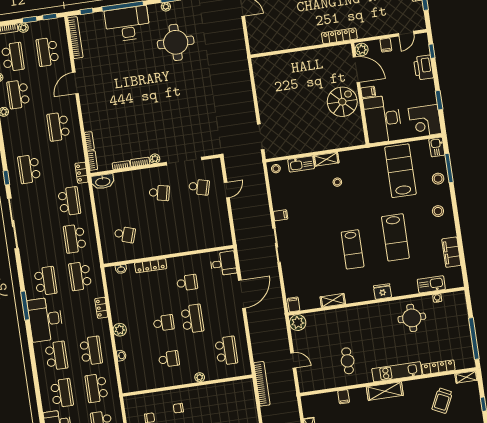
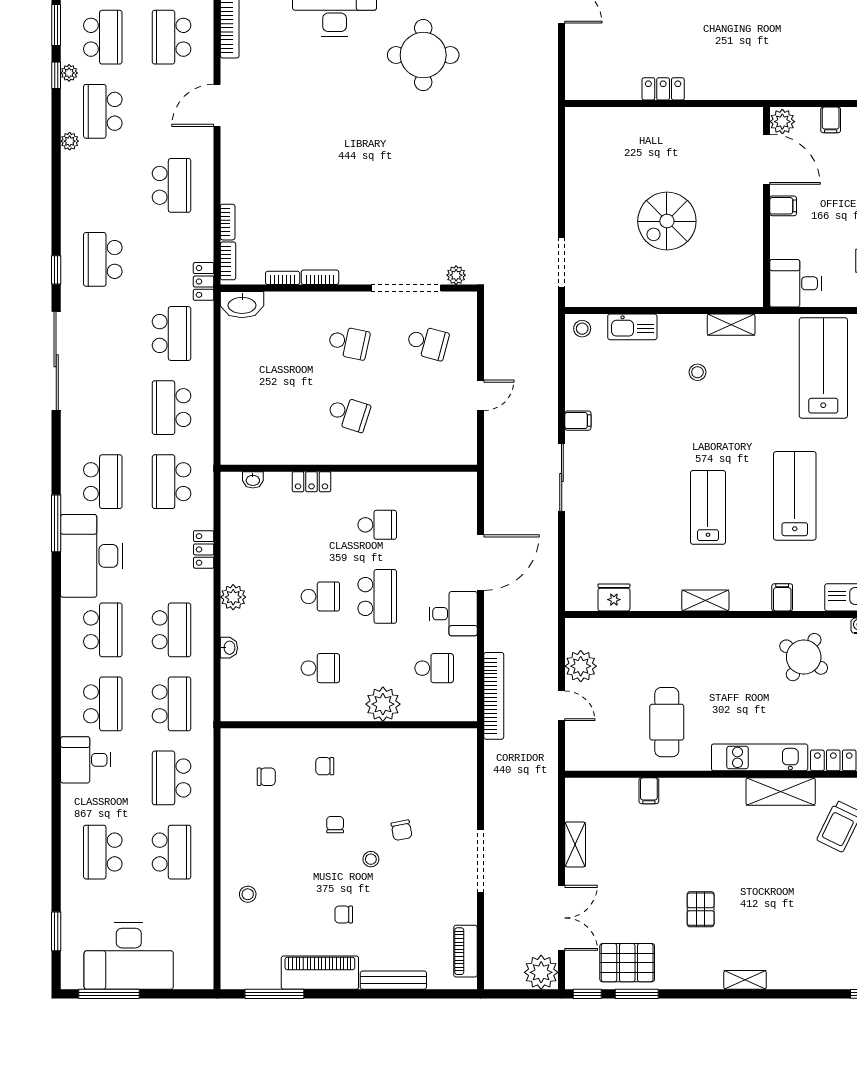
locker: (339, 36) -> (663, 89), moved, width x0.66
spiral stairs: (342, 102) -> (667, 221), moved, turned 180
desk: (383, 119) -> (796, 283), width x0.53, depth x0.77
school desk: (58, 127) -> (172, 185), turned 180
plant: (155, 159) -> (456, 275), moved
shelving: (326, 159) -> (731, 325), moved
door: (227, 190) -> (480, 395), moved
school desk: (125, 234) -> (349, 414), moved
lab bench: (395, 237) -> (795, 496), turned 180
lab bench: (353, 249) -> (708, 507), turned 180
desk: (223, 264) -> (453, 614), moved
locker: (151, 266) -> (311, 482), width x0.66
fridge: (382, 292) -> (614, 597), moved
shelving: (333, 300) -> (705, 601), moved
filing cabinet: (294, 304) -> (782, 597), moved
round table: (412, 318) -> (804, 657), turned 32
plant: (298, 323) -> (581, 666), moved
school desk: (226, 351) -> (434, 668), width x0.54
cafe table: (348, 361) -> (667, 722), width x1.37, depth x1.35
plant: (200, 377) -> (383, 704), width x1.87, depth x1.87
bookcase: (262, 384) -> (494, 696), moved
school desk: (96, 388) -> (172, 704), turned 180
shelving: (385, 391) -> (781, 792), moved

